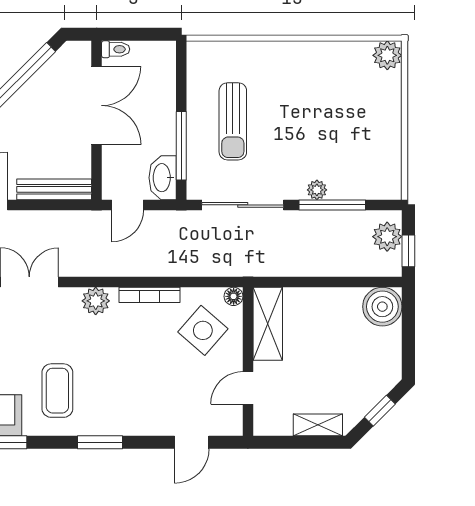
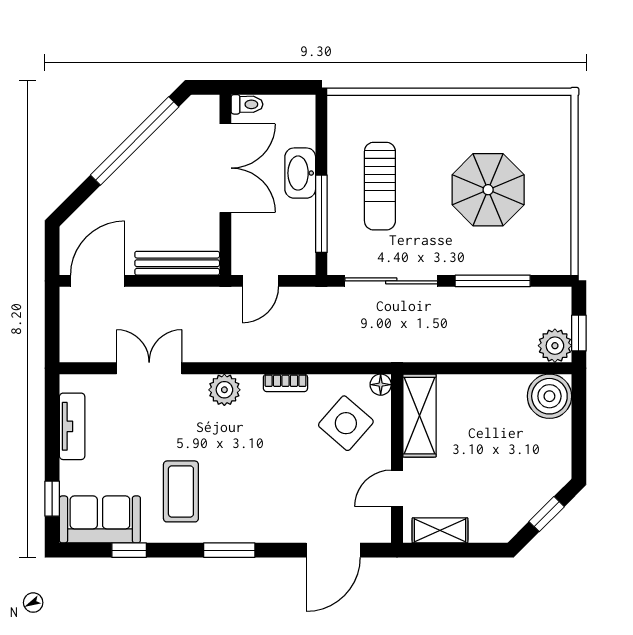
plant: (387, 55) -> (555, 111), removed
parasol: (328, 125) -> (488, 190), added
washbasin: (163, 178) -> (300, 173), moved
plant: (317, 190) -> (475, 264), removed
plant: (387, 237) -> (555, 346), moved
bookcase: (150, 295) -> (285, 383), width x0.64
shelving: (318, 425) -> (440, 530), moved
door: (192, 442) -> (333, 550), width x1.38

